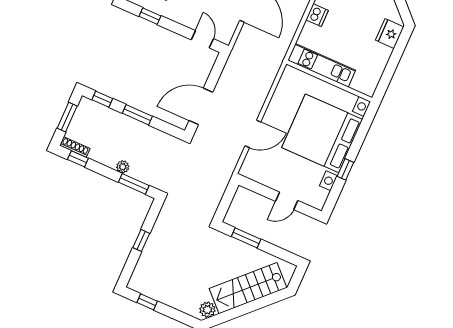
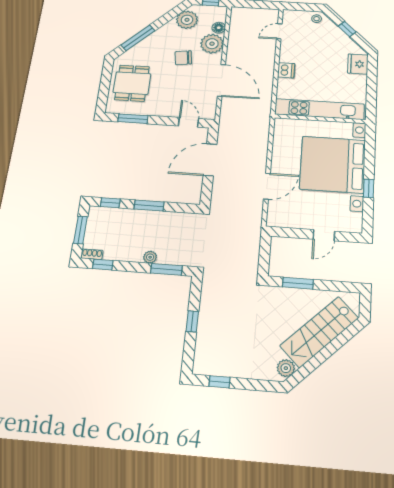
window: (150, 16) -> (133, 119), width x1.50
kitchen unit: (322, 65) -> (319, 109), width x1.36
door: (201, 106) -> (210, 160), moved
shoe rack: (75, 147) -> (92, 254), width x0.70

